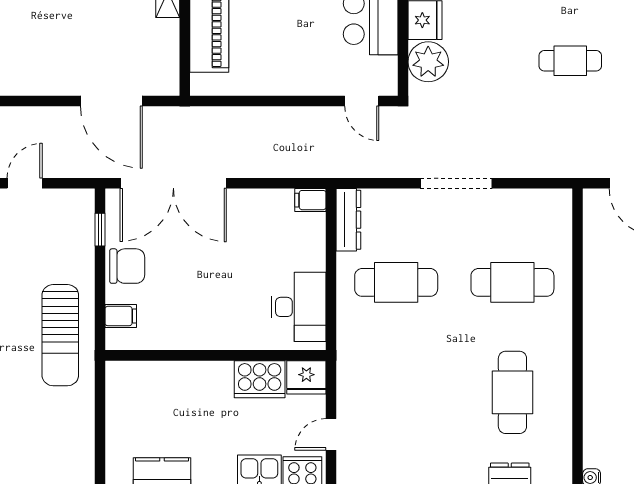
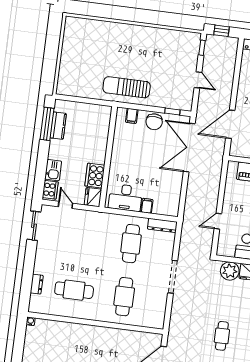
door: (362, 101) -> (218, 221), moved
filing cabinet: (310, 200) -> (147, 206), moved

